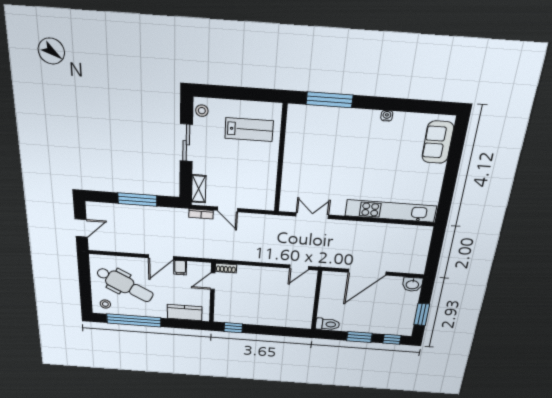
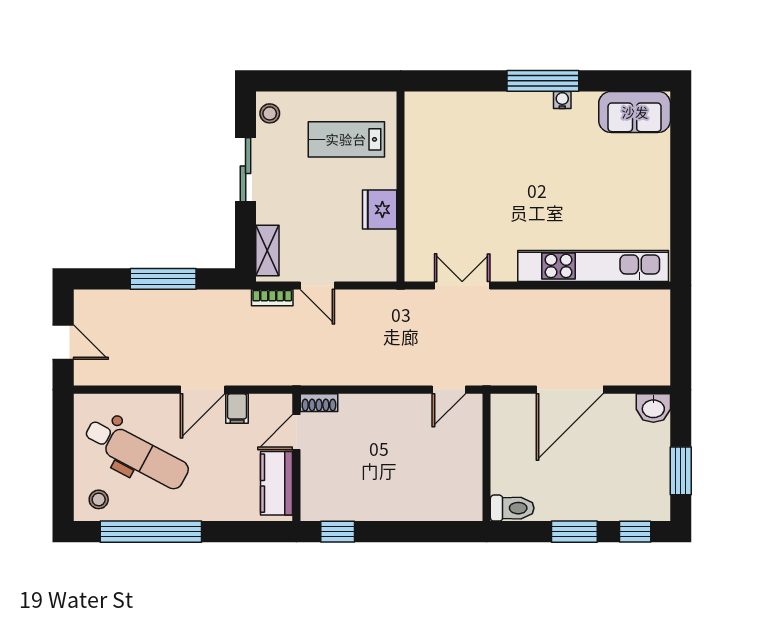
window: (329, 100) -> (543, 81), moved
lab bench: (249, 130) -> (346, 139), turned 180
sofa: (438, 142) -> (635, 112), moved, turned -90
fridge: (267, 171) -> (380, 209), added
door: (81, 228) -> (63, 342), hinge flipped
kitchen counter: (185, 313) -> (277, 483), moved, turned -90

